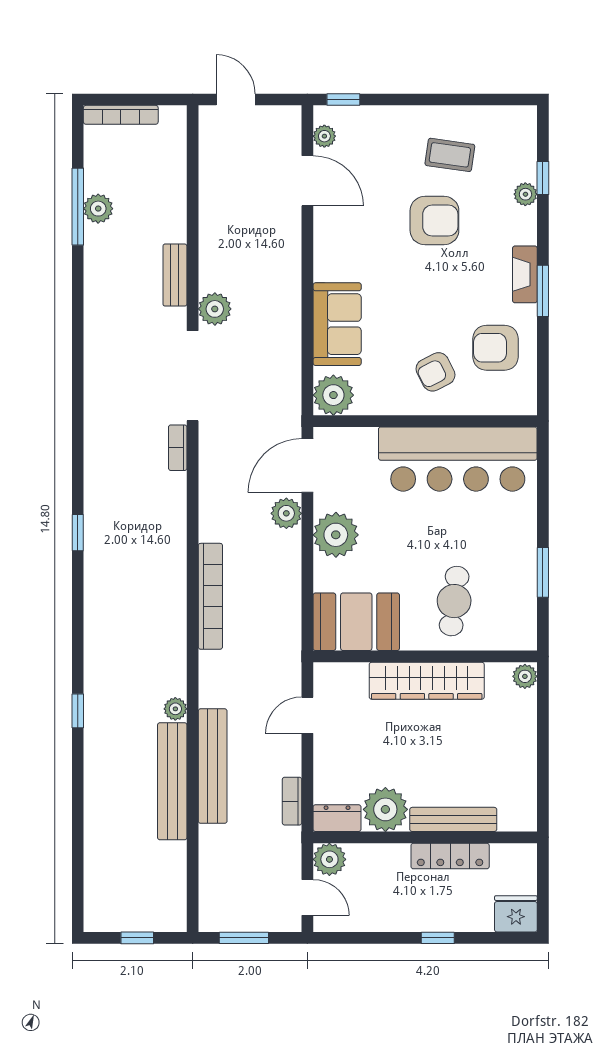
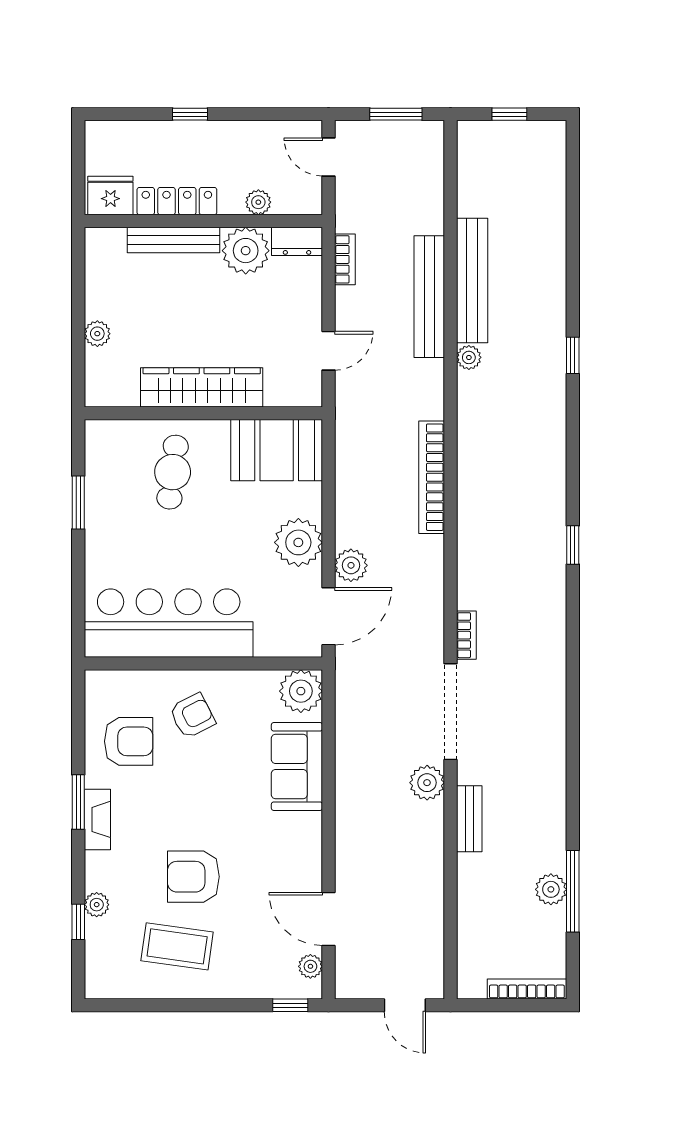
coffee table: (450, 155) -> (177, 946), width x1.36, depth x1.30
plant: (525, 676) -> (97, 334), moved
plant: (329, 859) -> (258, 202), moved, width x0.73, depth x0.73
fridge: (516, 914) -> (110, 195), moved, turned 180

